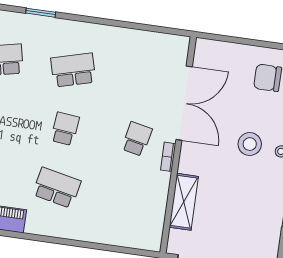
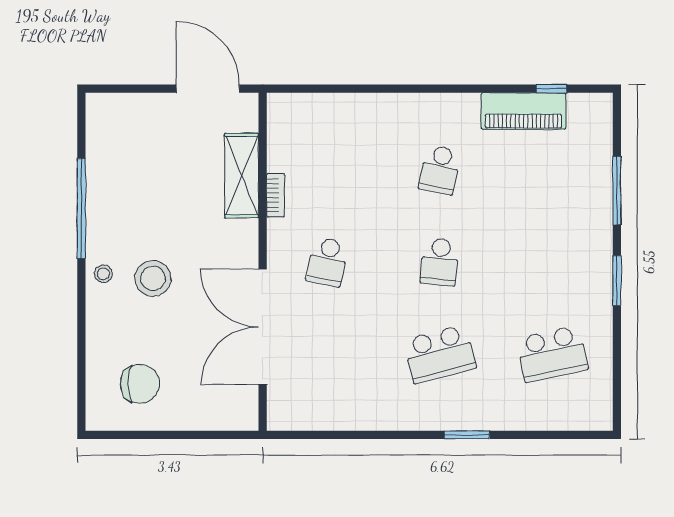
window: (41, 13) -> (467, 435), moved
bookcase: (168, 157) -> (275, 195), moved
school desk: (57, 188) -> (440, 170), width x0.54

